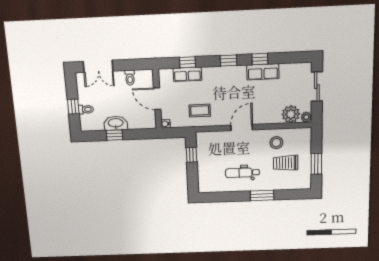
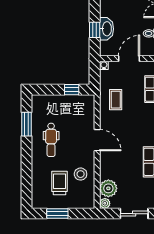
washbasin: (116, 123) -> (107, 29), moved
window: (115, 135) -> (95, 30), moved
dental chair: (242, 173) -> (51, 140), turned 180
window: (262, 195) -> (26, 124), moved

